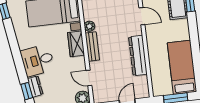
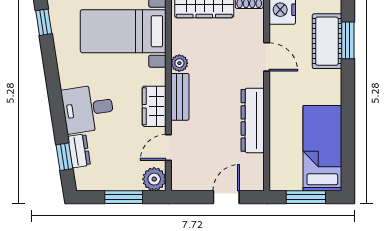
wardrobe: (76, 44) -> (154, 106), moved
door: (89, 78) -> (168, 147), hinge flipped

